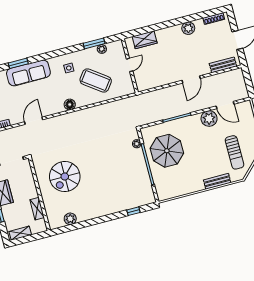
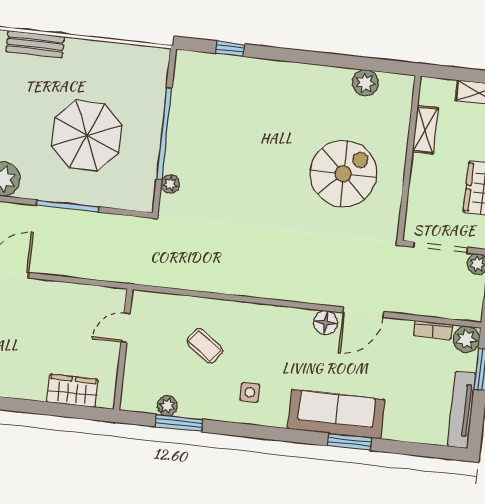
door: (130, 65) -> (126, 328), moved
coffee table: (96, 80) -> (205, 346), width x0.54, depth x0.58
floor lamp: (70, 104) -> (326, 323), moved
parasol: (167, 151) -> (87, 136), moved

